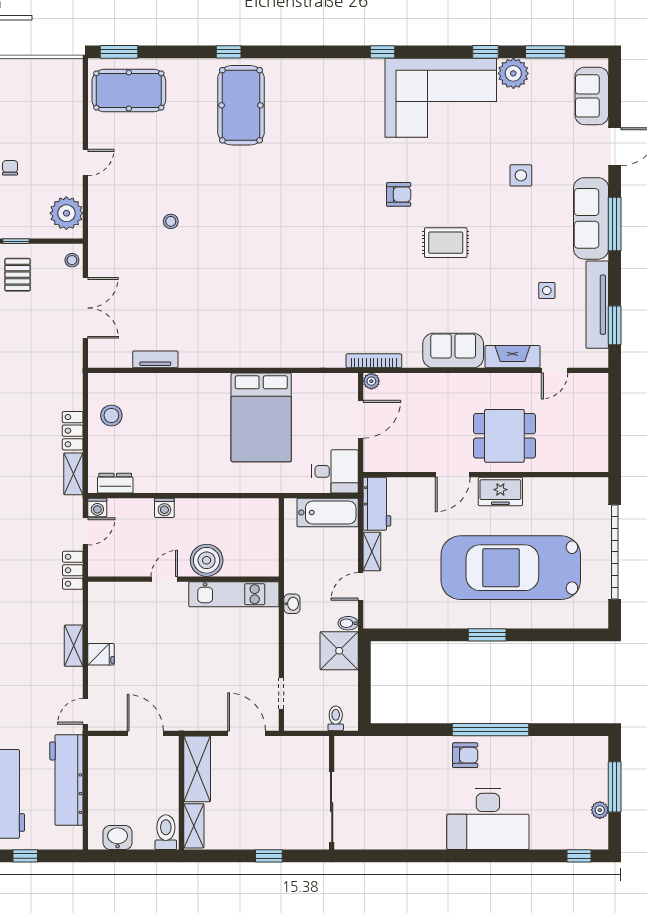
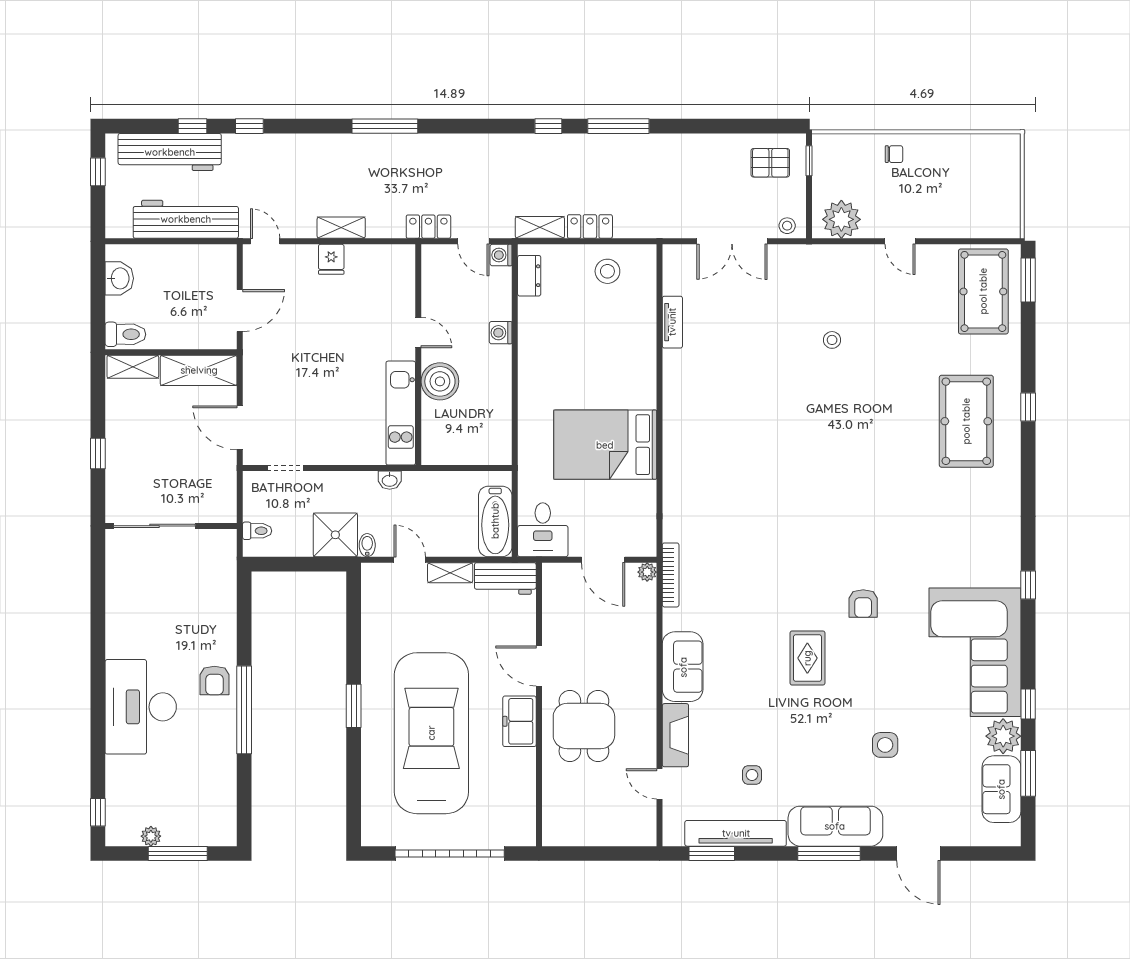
sofa: (592, 96) -> (1001, 789), moved, turned -90
pool table: (241, 105) -> (966, 421), turned 90
door: (247, 733) -> (240, 428), swing flipped

